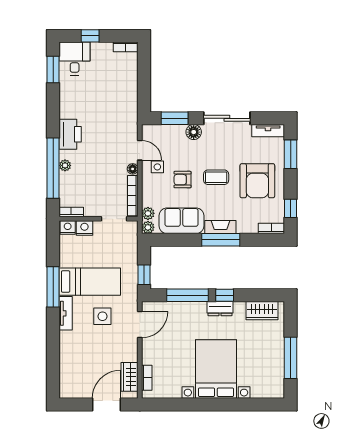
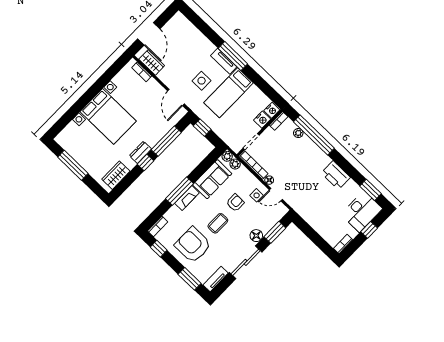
desk: (75, 59) -> (362, 212), width x1.37
printer: (70, 134) -> (336, 175), moved
plant: (65, 165) -> (298, 133), moved
window: (53, 287) -> (233, 56), moved

